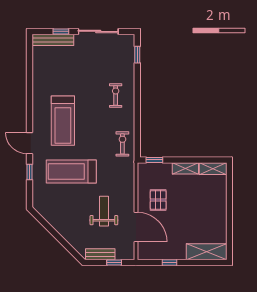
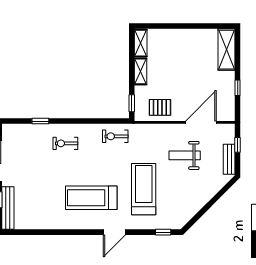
window: (137, 55) -> (40, 121), moved
treadmill: (63, 121) -> (91, 198), turned 180
treadmill: (71, 171) -> (144, 189), turned 180
window: (30, 172) -> (163, 232), moved
pallet: (158, 200) -> (160, 107), moved

